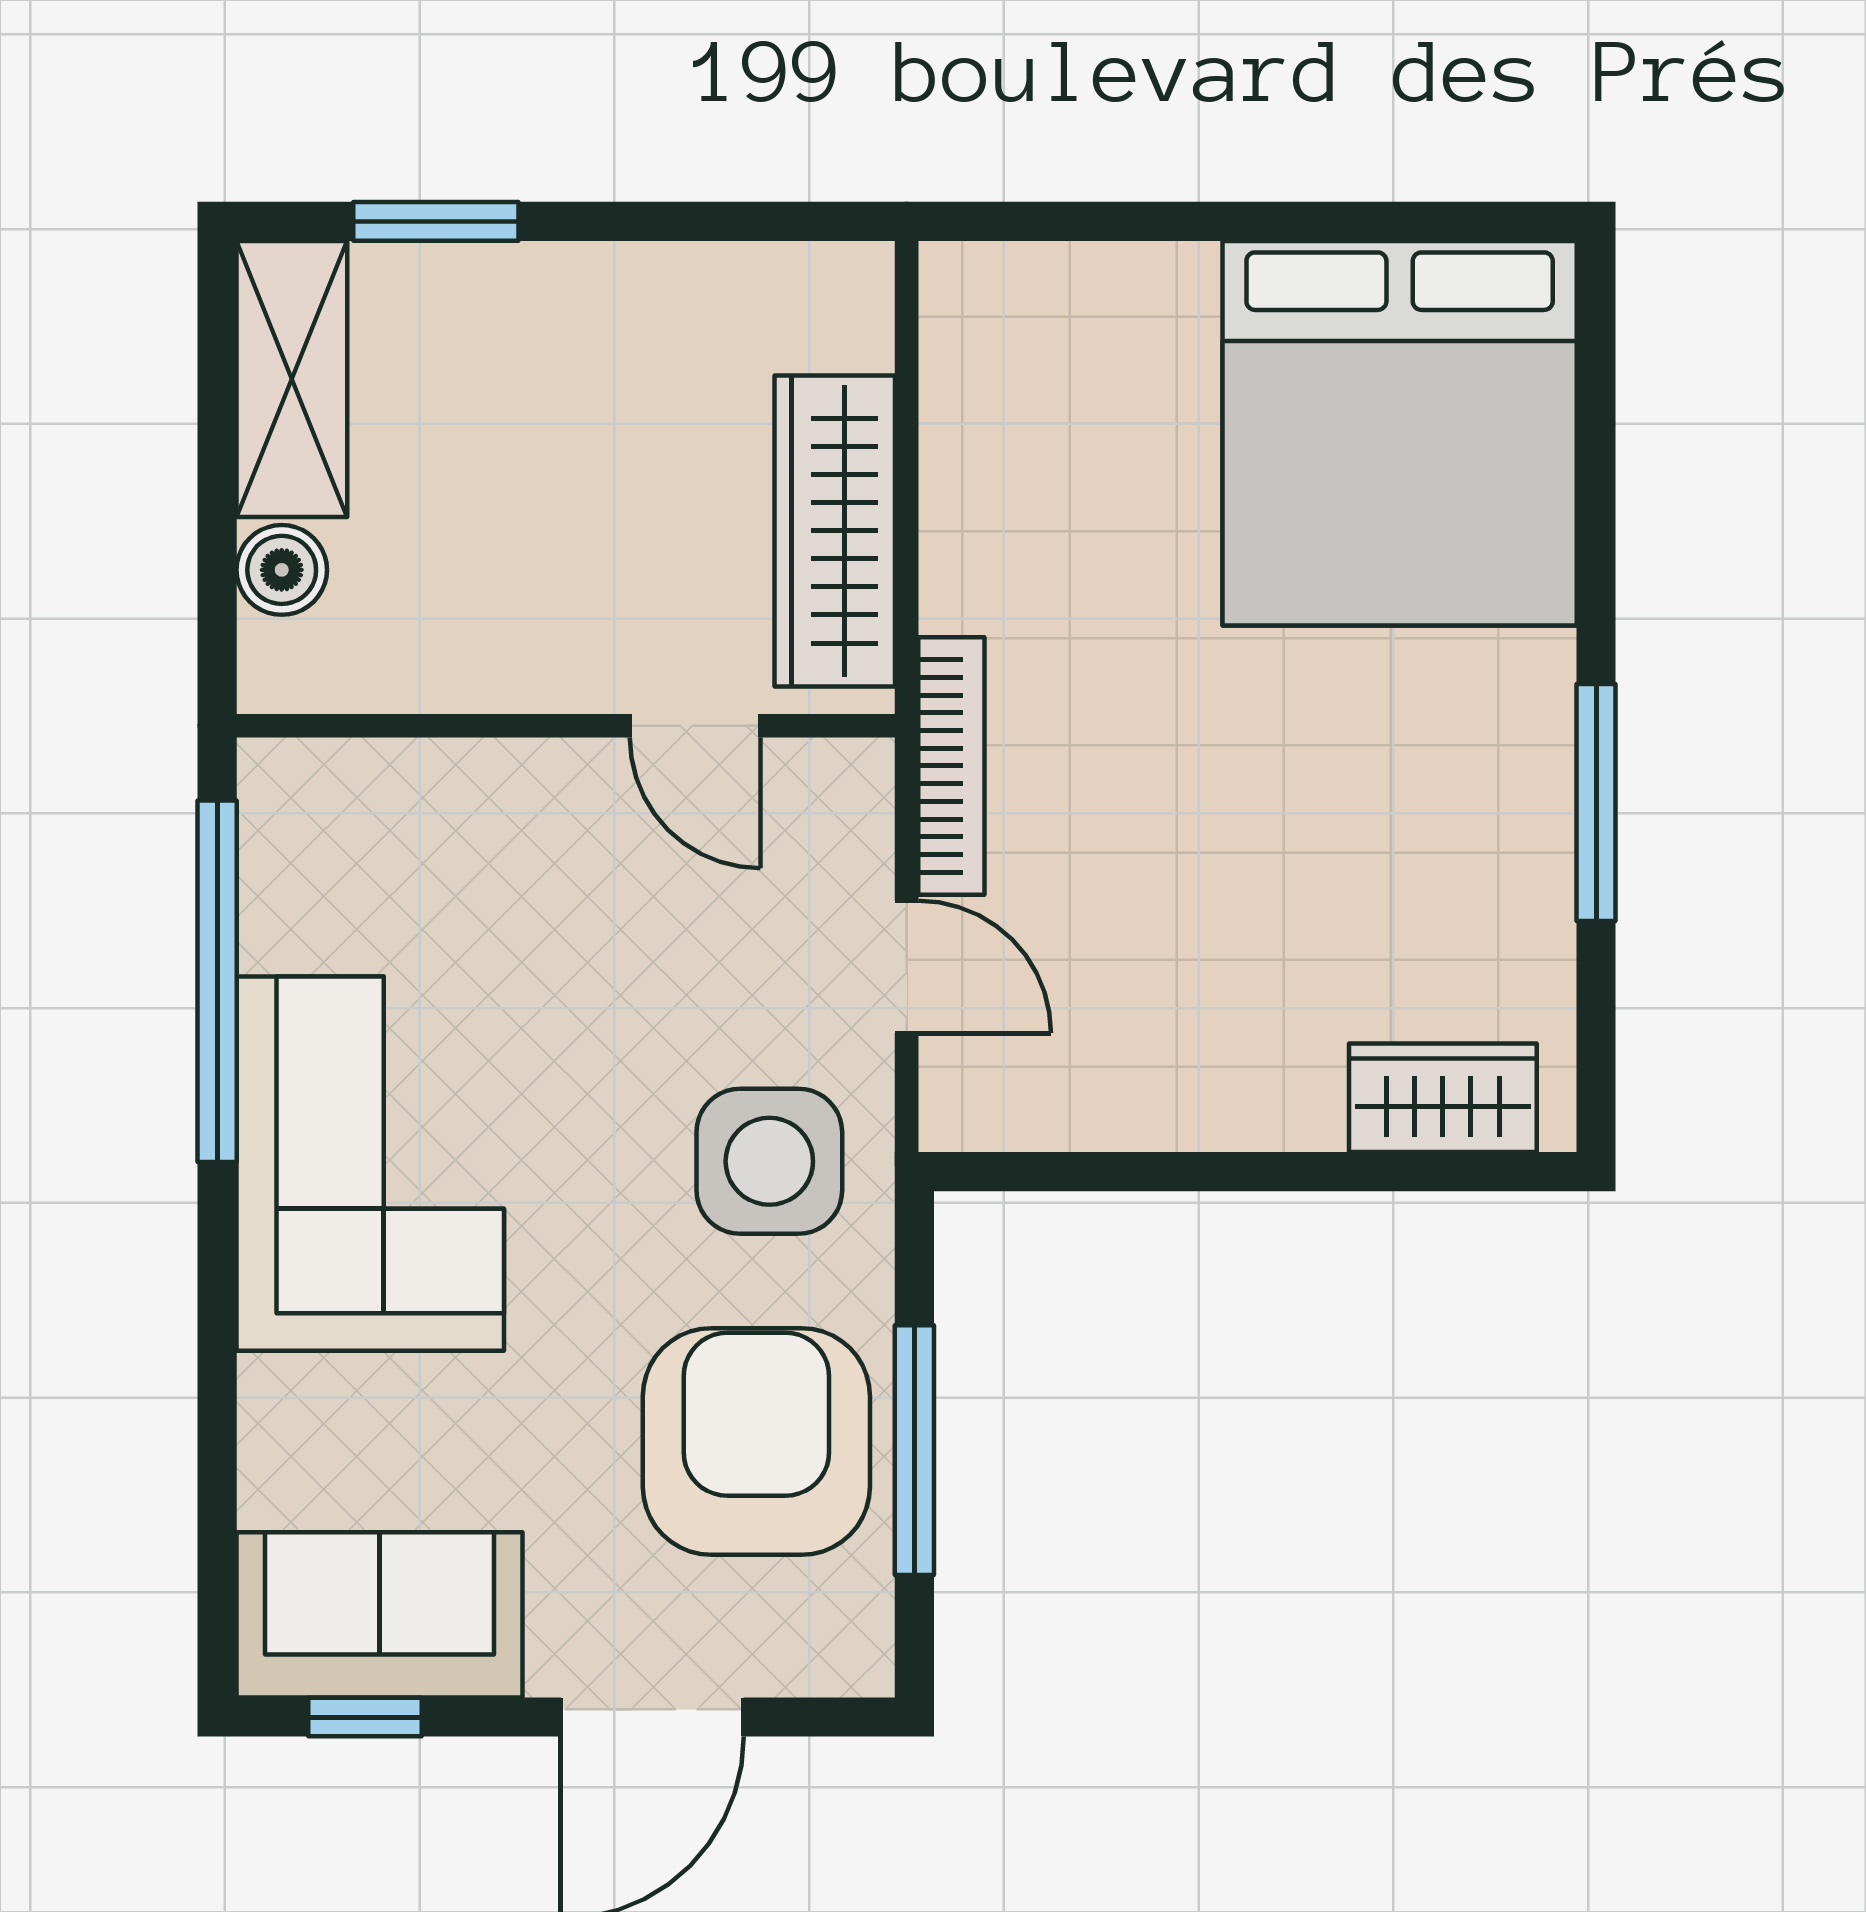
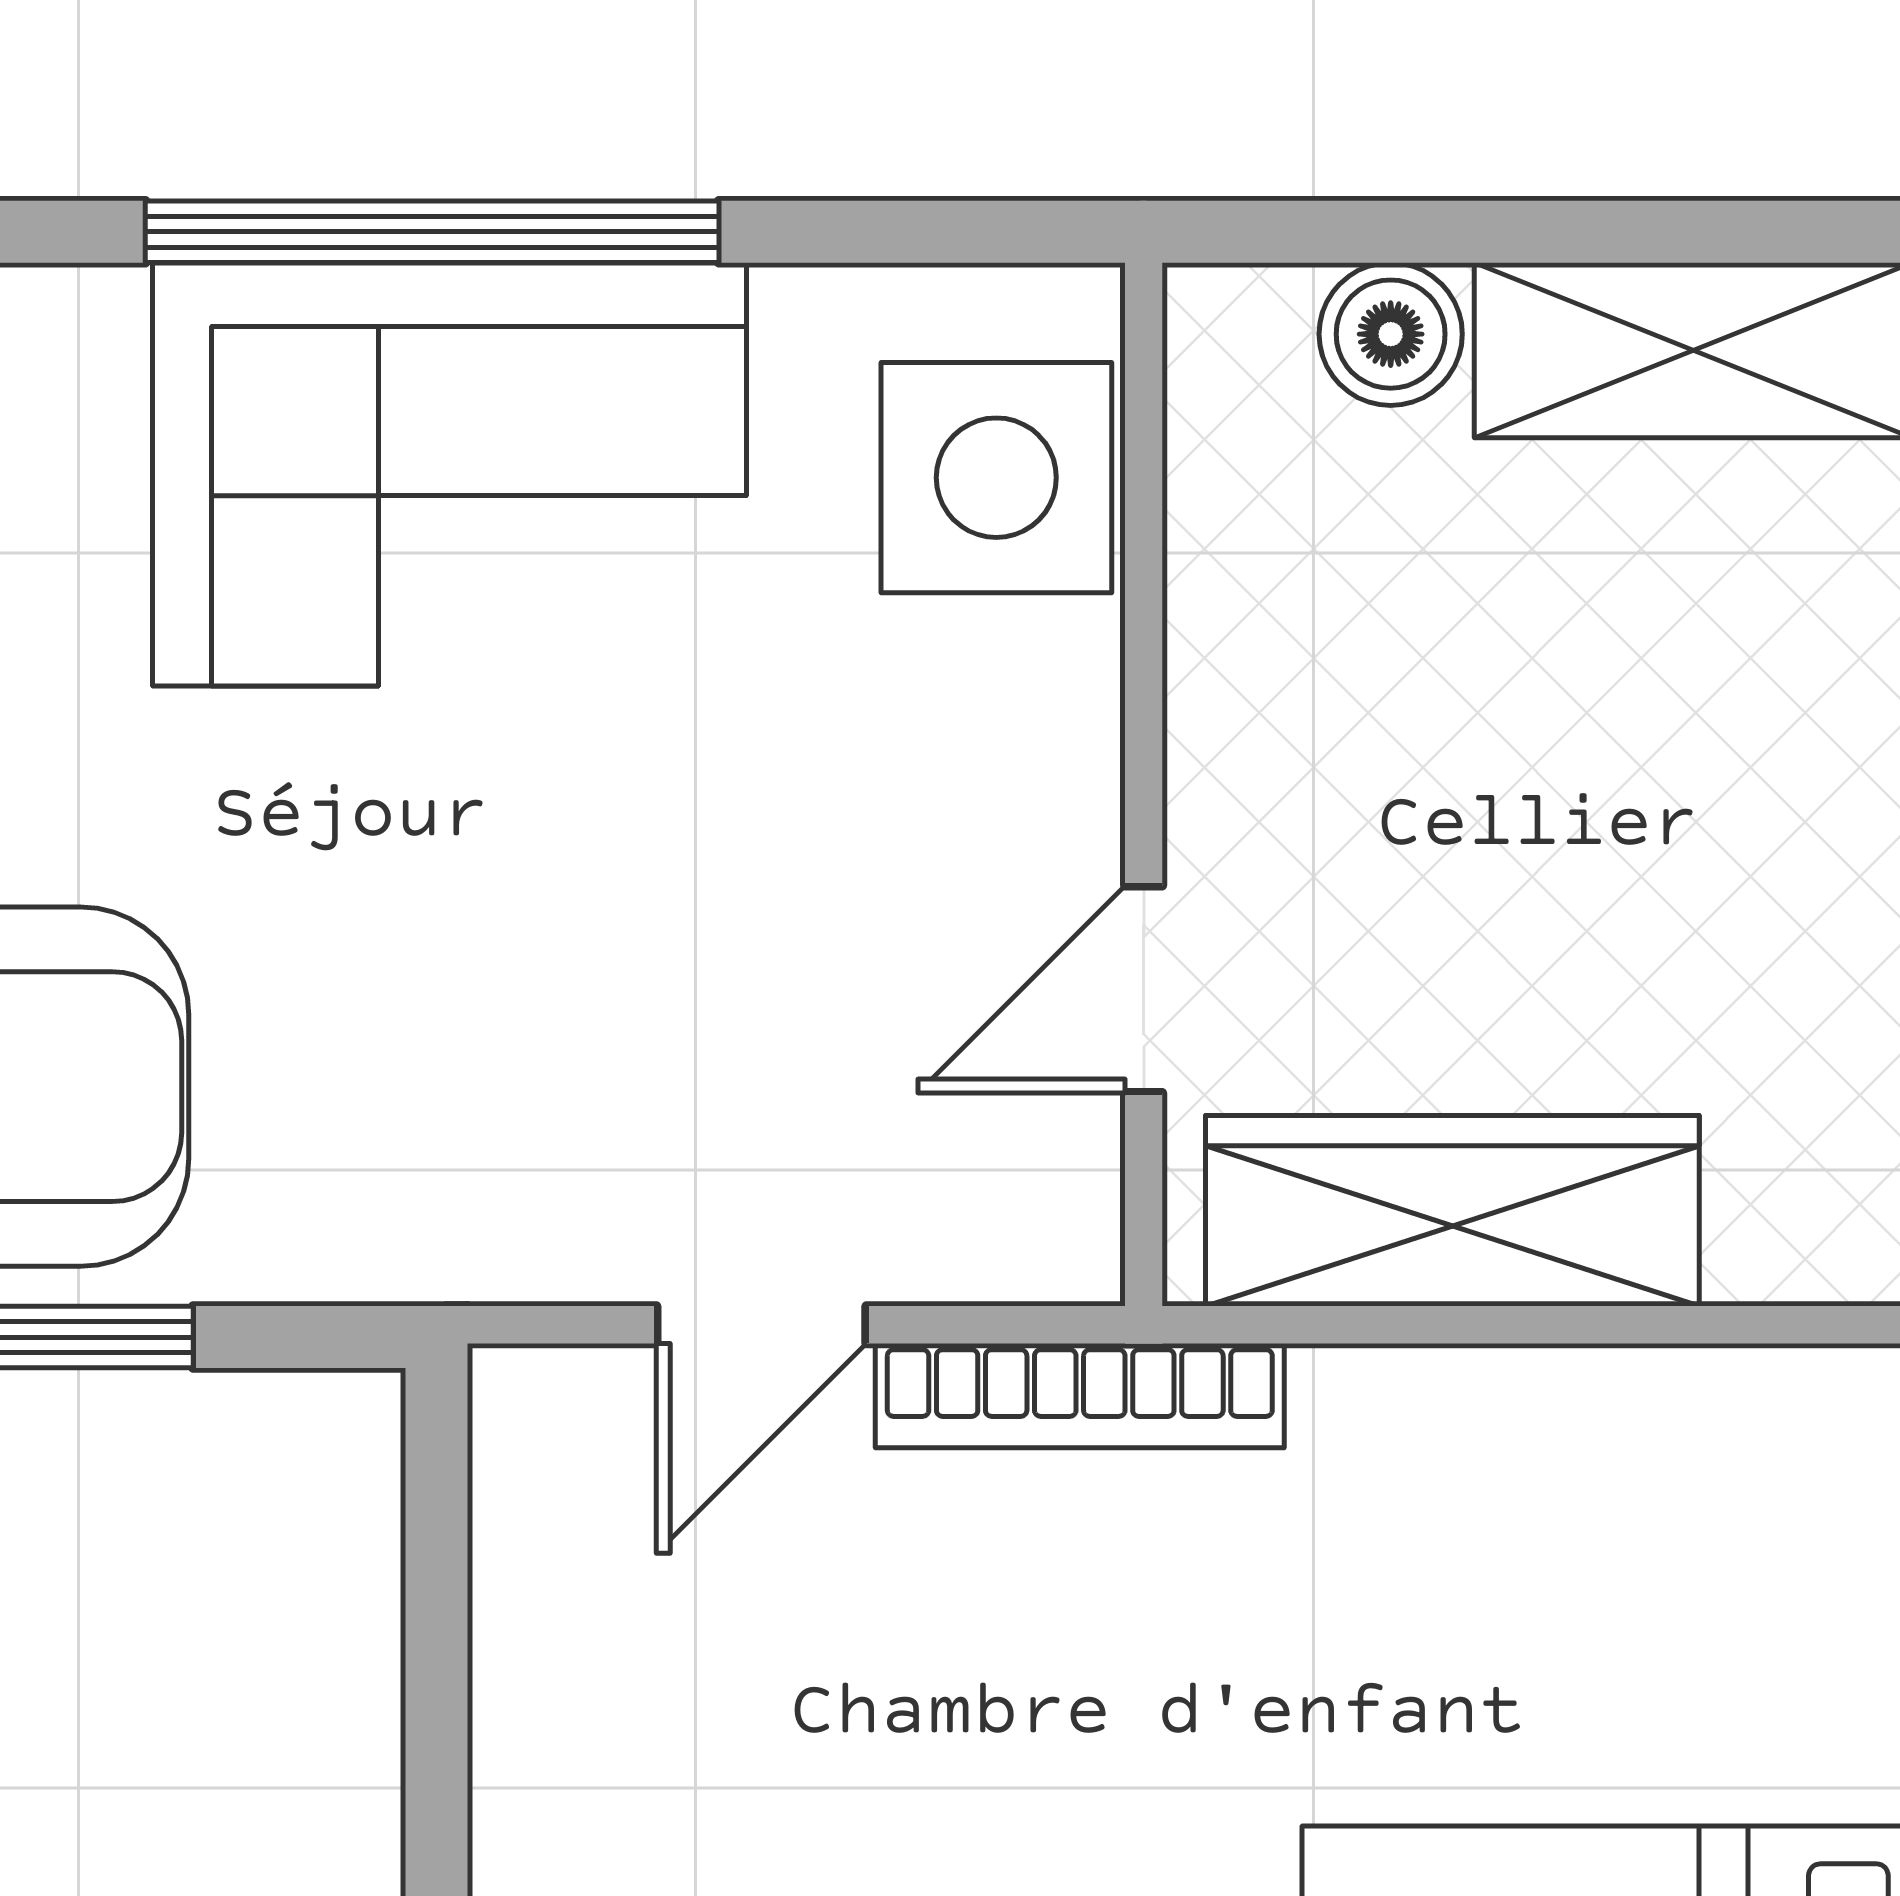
window: (217, 981) -> (432, 232), moved
side table: (769, 1161) -> (996, 478), moved

